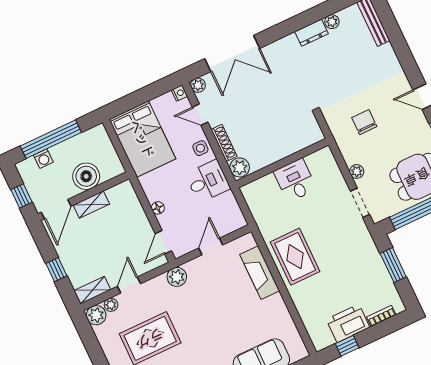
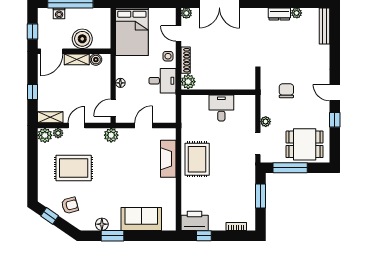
nightstand: (179, 93) -> (171, 13), removed
boiler: (115, 194) -> (96, 60), added
printer: (348, 323) -> (195, 221), moved

